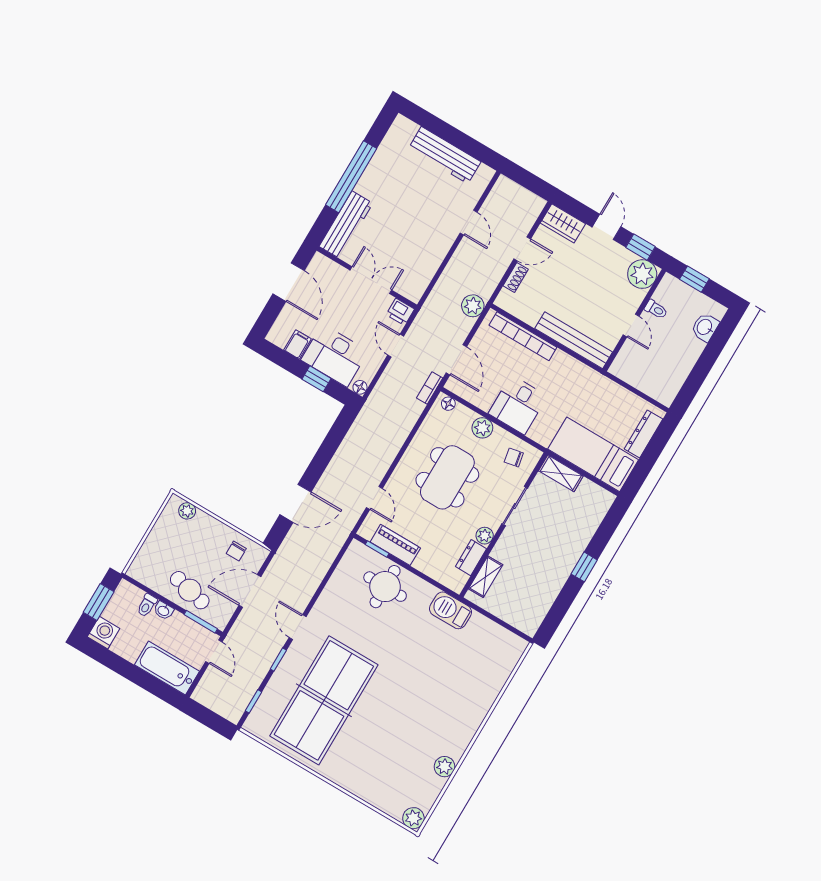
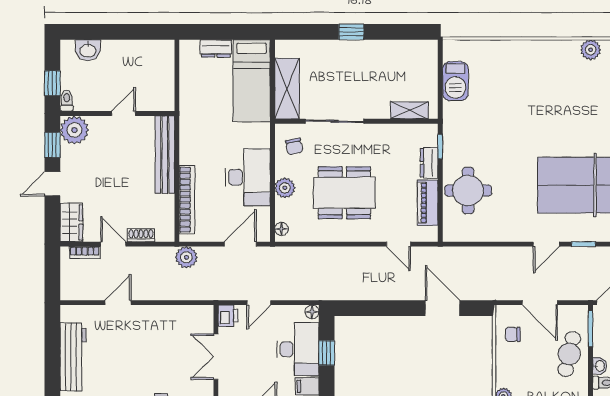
toilet: (656, 309) -> (67, 101), moved
bookcase: (430, 388) -> (85, 253), moved
desk: (518, 405) -> (248, 177), width x1.37
dresser: (644, 434) -> (216, 48), width x0.70
shelving: (561, 473) -> (287, 89), width x1.50, depth x1.33
door: (374, 498) -> (398, 244), swing flipped
sliding door: (515, 506) -> (335, 121), width x1.37
plant: (485, 536) -> (375, 132), removed
window: (377, 549) -> (440, 147), moved
chair: (236, 551) -> (513, 334), turned 180
dresser: (471, 558) -> (429, 163), moved, turned 90
barbecue: (450, 610) -> (455, 81), moved

